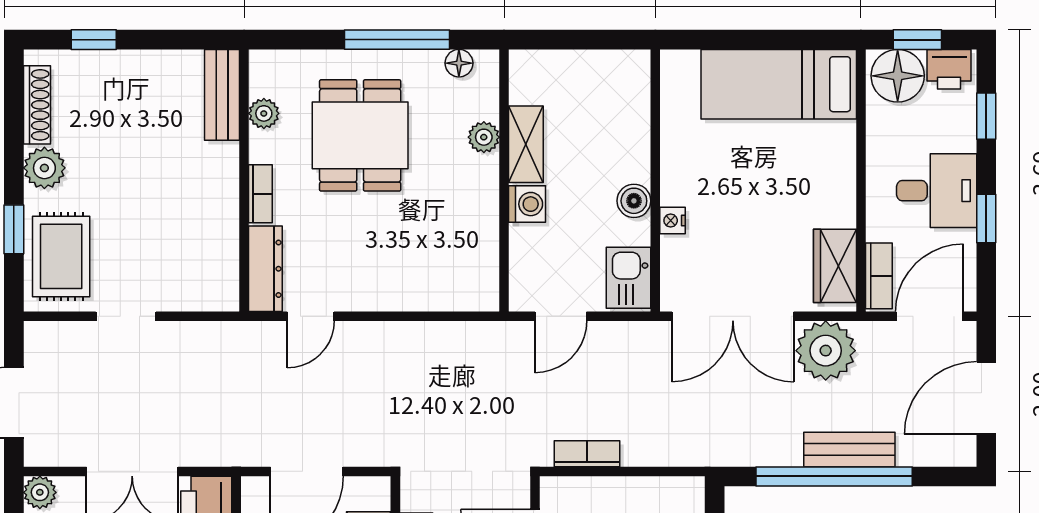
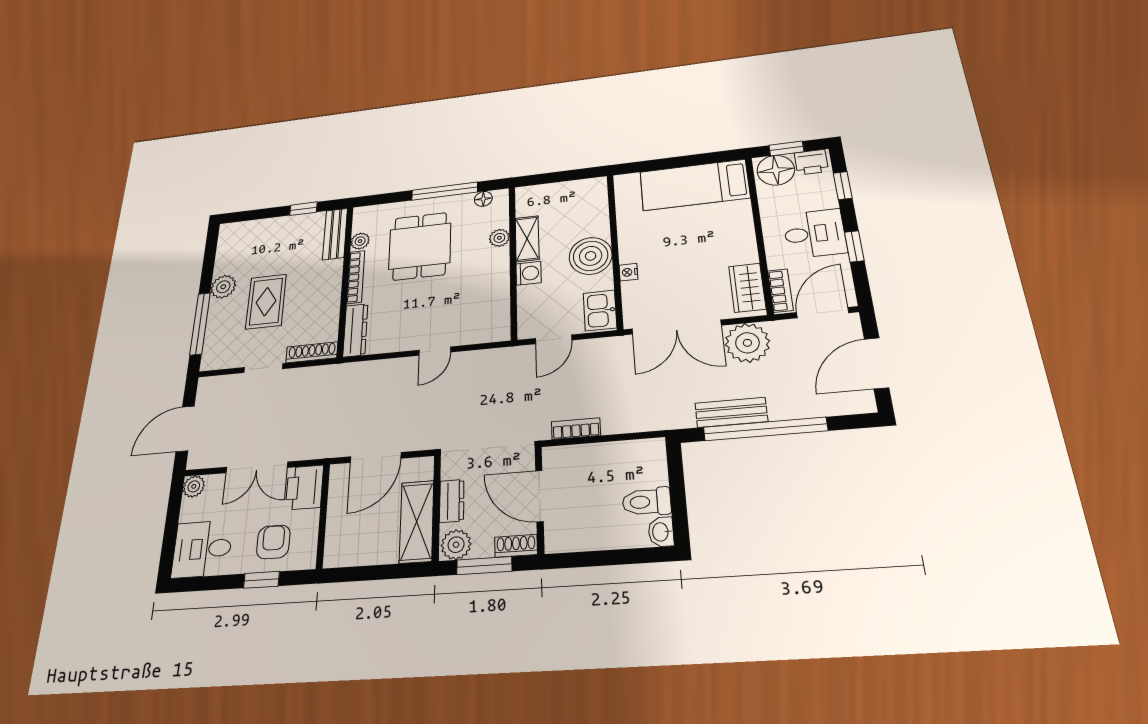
window: (94, 40) -> (303, 209), moved
shoe rack: (37, 105) -> (312, 352), moved, turned -90
bookcase: (260, 194) -> (356, 277), width x1.56
boiler: (634, 201) -> (591, 256), width x1.86, depth x1.86
window: (14, 229) -> (200, 324), width x2.17
rug: (61, 256) -> (266, 302), moved
door: (311, 316) -> (435, 351), moved
bench: (849, 449) -> (731, 412), moved

